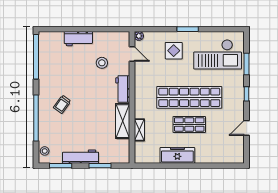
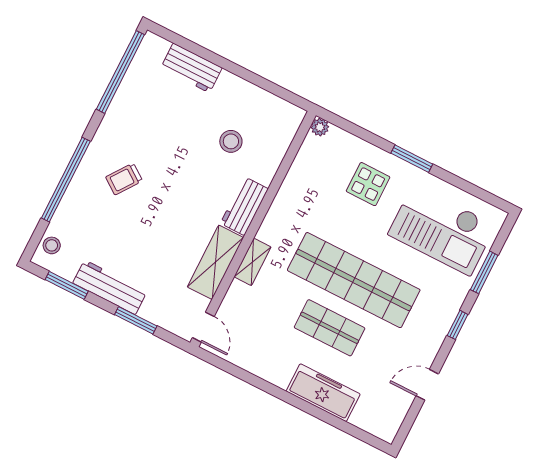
workbench: (78, 39) -> (191, 68), moved
door: (132, 54) -> (203, 327), moved
shelving: (139, 130) -> (252, 262), moved
freezer: (177, 155) -> (323, 393), moved

